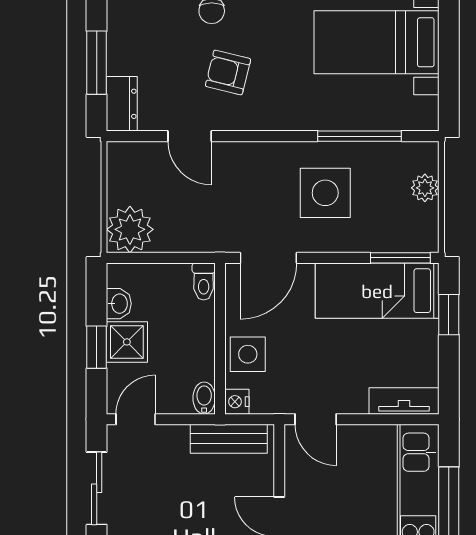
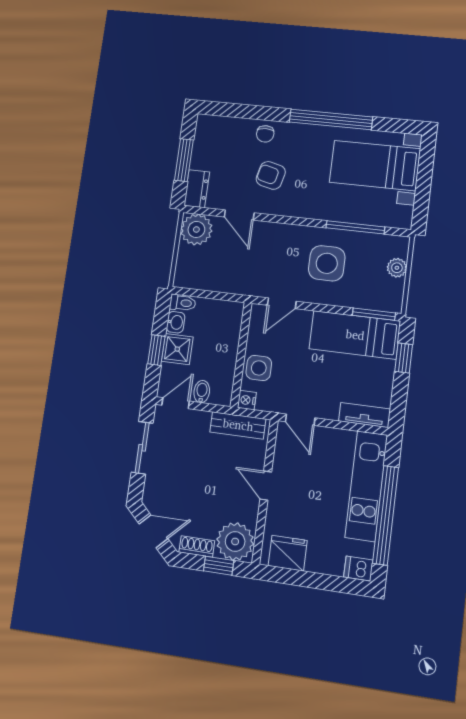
plant: (130, 229) -> (196, 229), moved
door: (268, 258) -> (282, 303), width x0.73
toilet: (204, 281) -> (183, 303), moved, turned -90
bidet: (204, 398) -> (202, 392), moved

